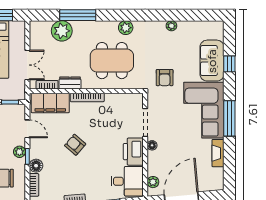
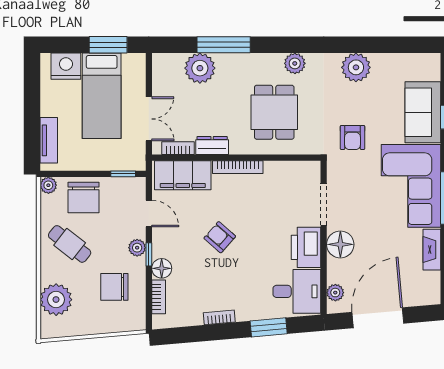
plant: (171, 26) -> (356, 67), width x1.87, depth x1.87
dining table: (112, 61) -> (274, 112), width x0.73
floor lamp: (152, 145) -> (340, 244), width x1.89, depth x1.89

